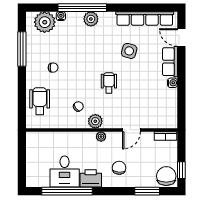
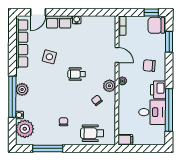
filing cabinet: (32, 140) -> (125, 140), added

